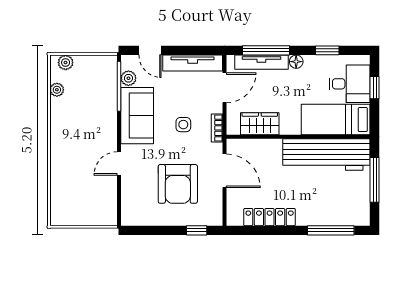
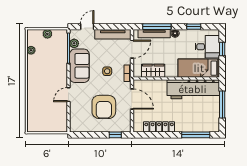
door: (150, 50) -> (87, 27), swing flipped
plant: (66, 63) -> (47, 34), moved

